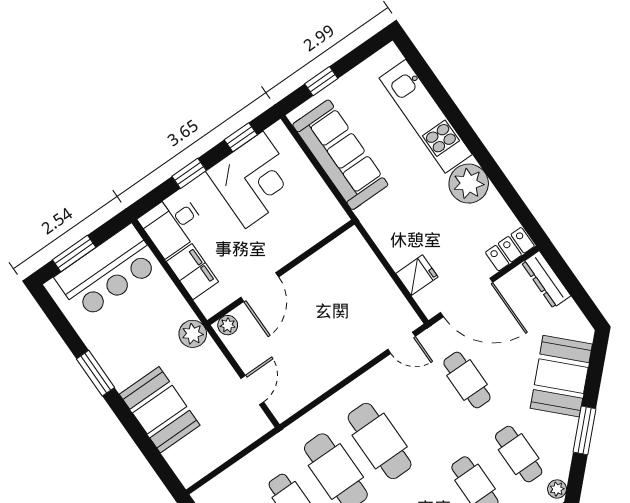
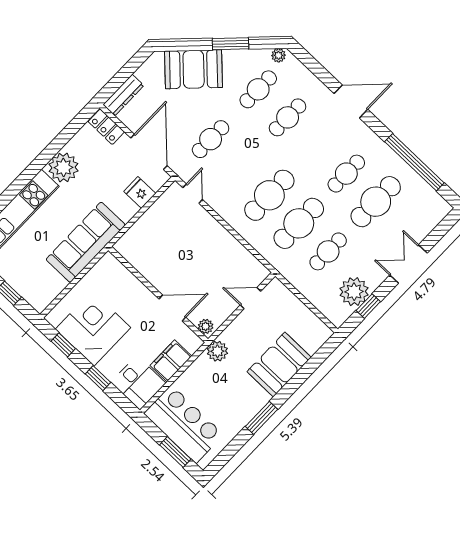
sofa: (340, 155) -> (86, 242), moved

